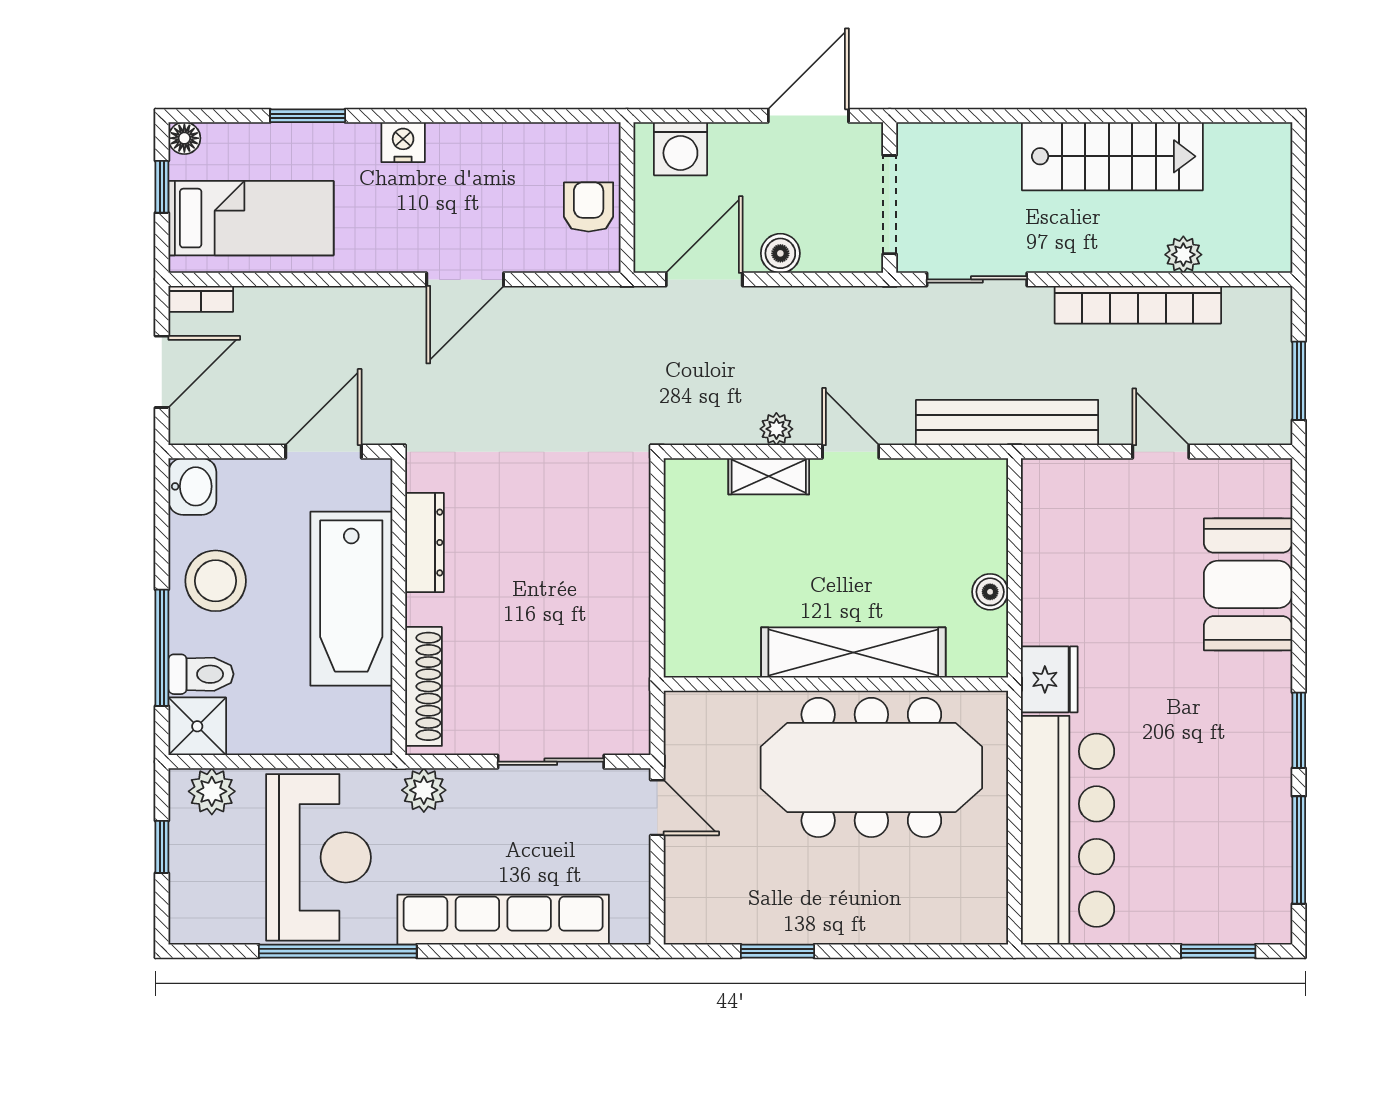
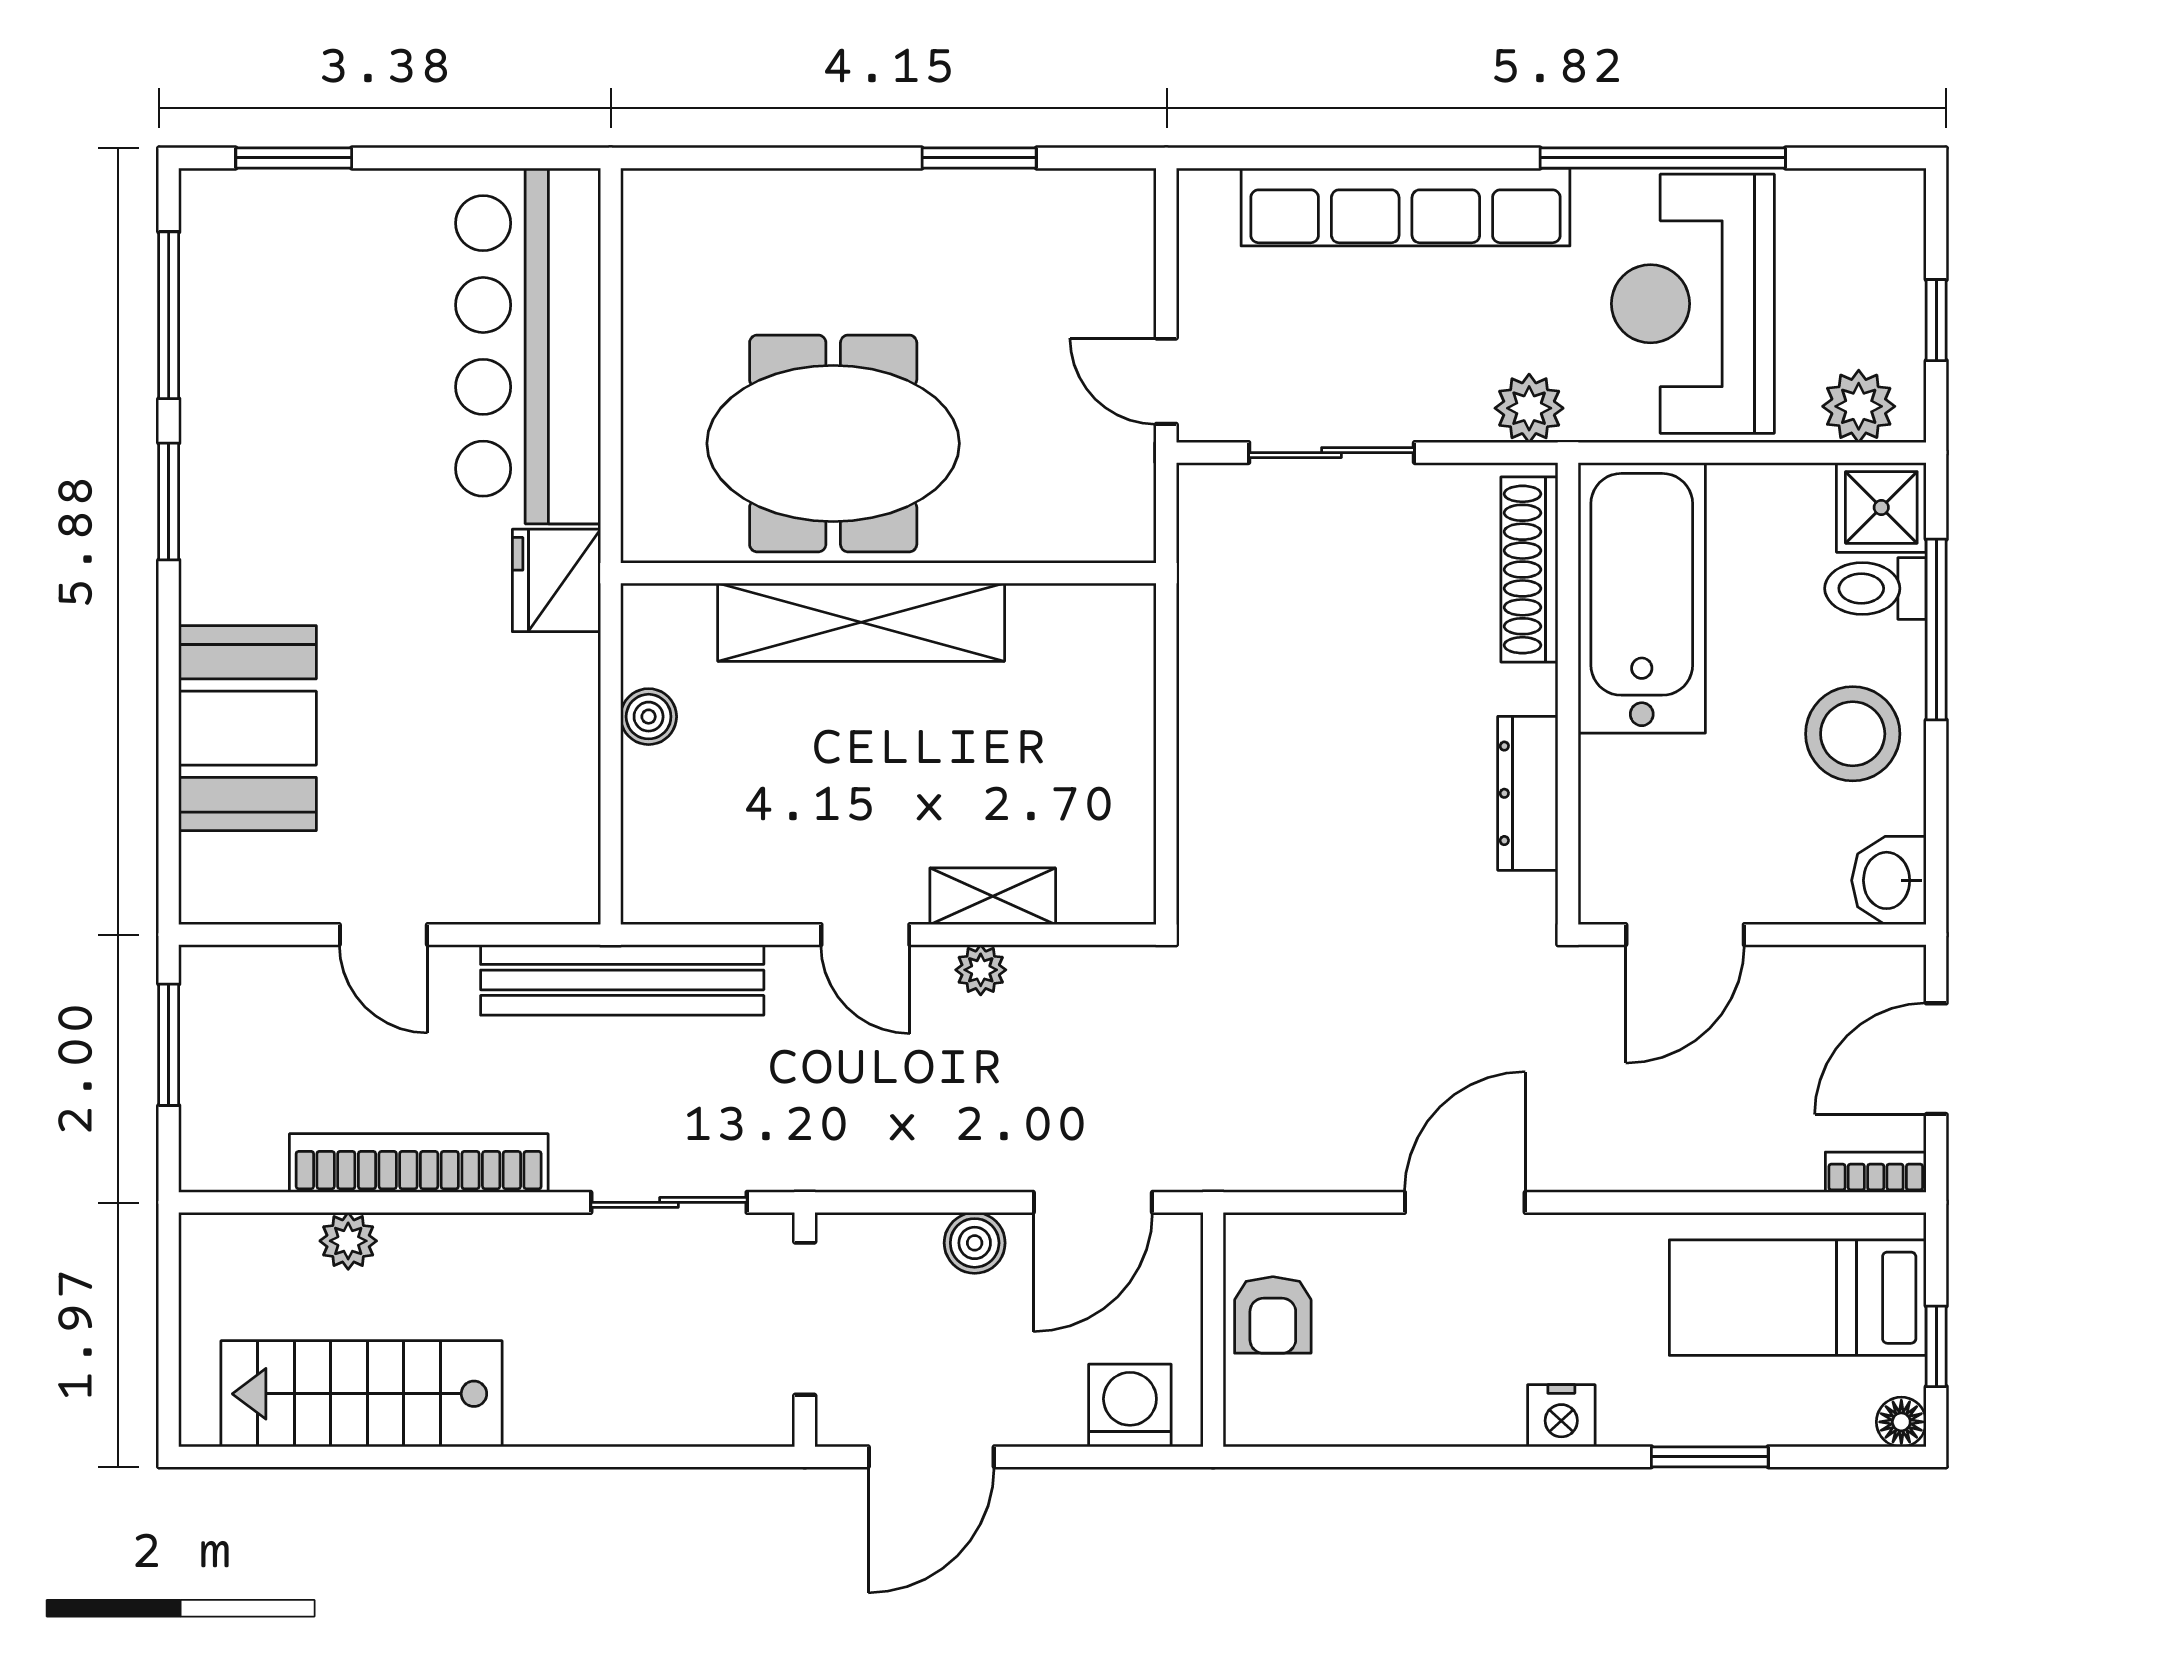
stairs: (1112, 156) -> (362, 1394), moved
bathtub: (351, 599) -> (1642, 598), moved
meeting table: (871, 767) -> (833, 443), width x0.73

